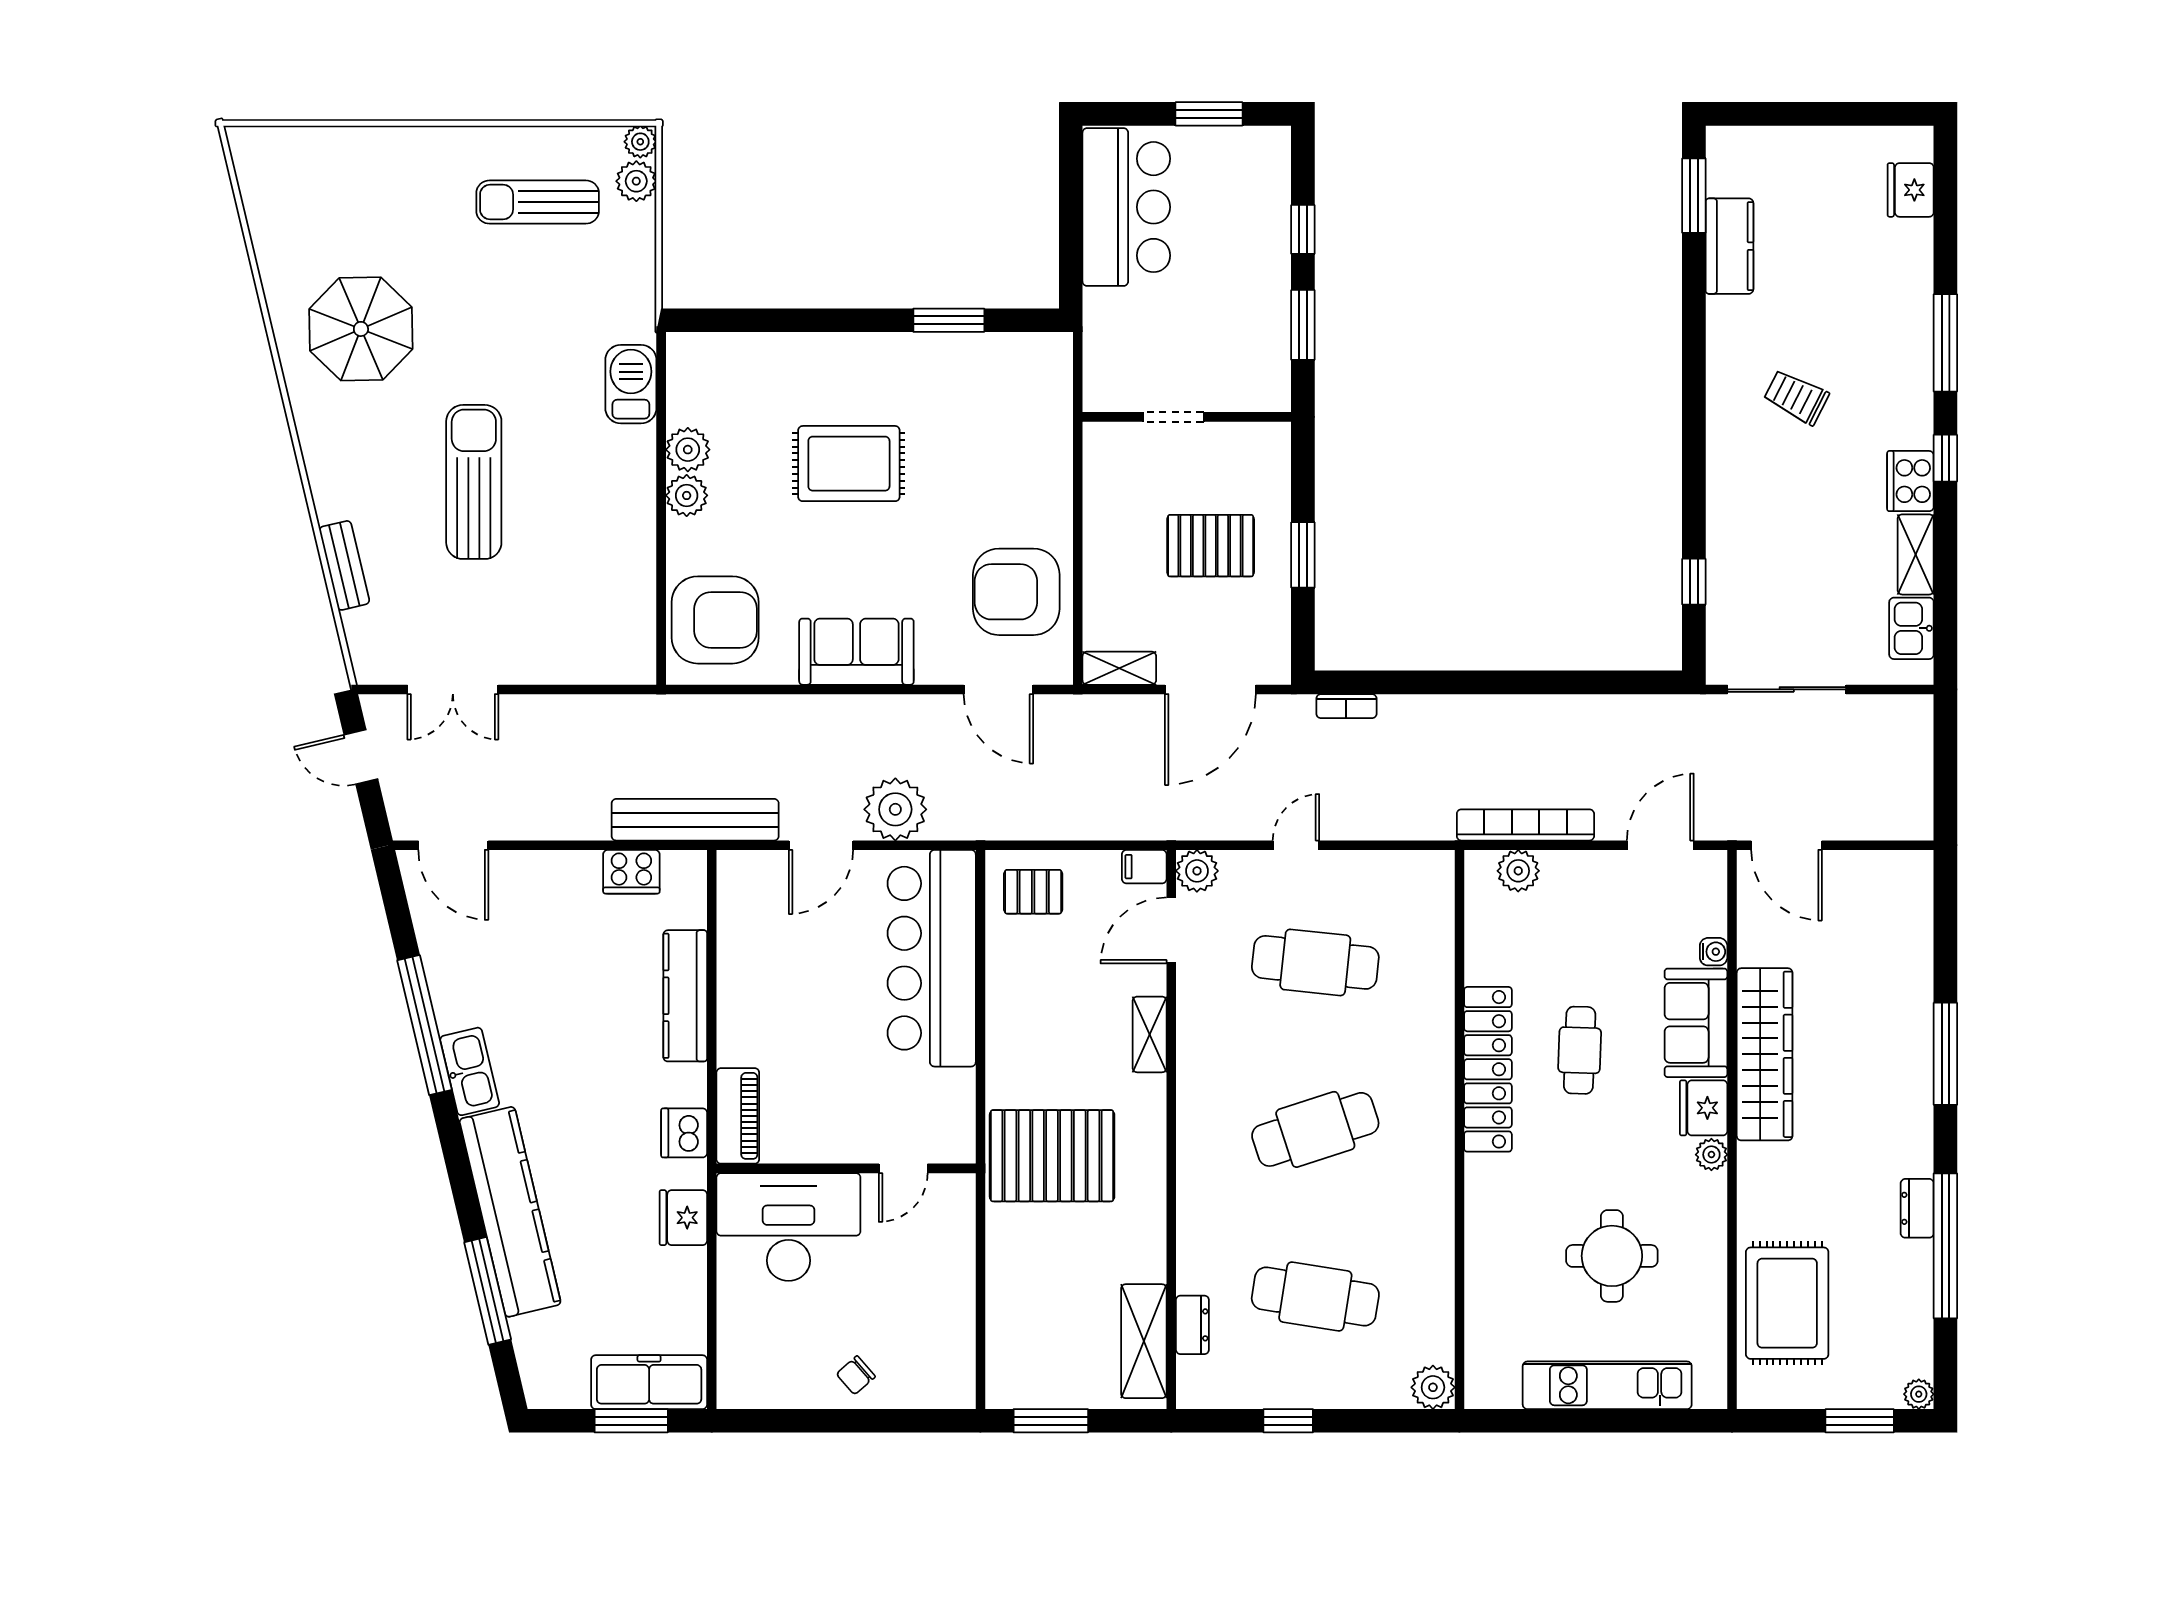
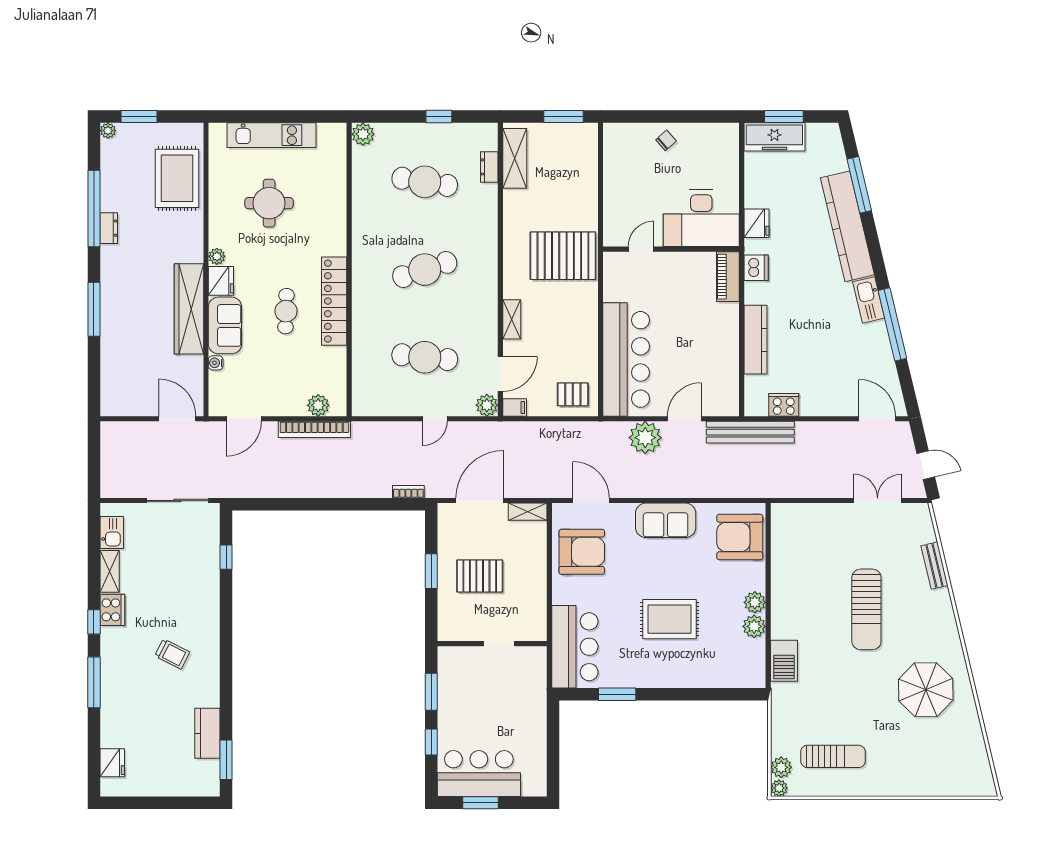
bar counter: (1126, 207) -> (479, 773), moved, turned 90
bar counter: (1029, 411) -> (575, 647), added

